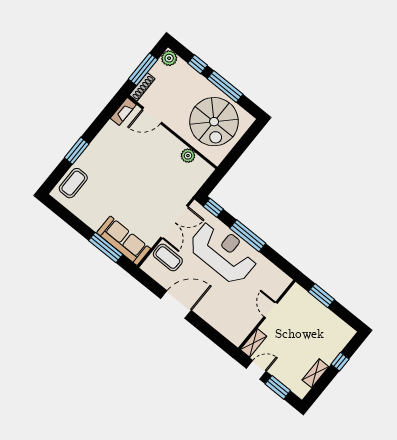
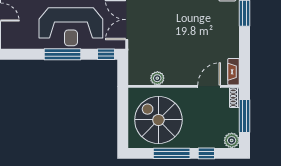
shoe rack: (142, 87) -> (234, 98), width x0.70

